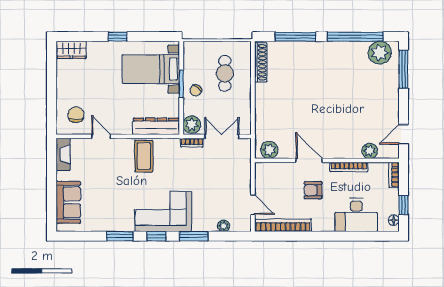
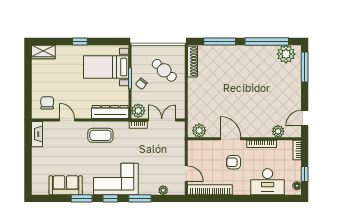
cafe table: (225, 73) -> (164, 70), turned -49
coffee table: (144, 156) -> (100, 135), turned 90
sofa: (68, 202) -> (66, 185), moved, turned -90

